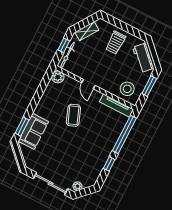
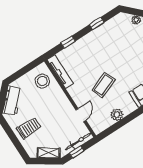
plant: (58, 77) -> (117, 115), moved
door: (88, 84) -> (81, 115), moved
window: (149, 86) -> (21, 72), removed
window: (124, 134) -> (68, 42), width x0.32

